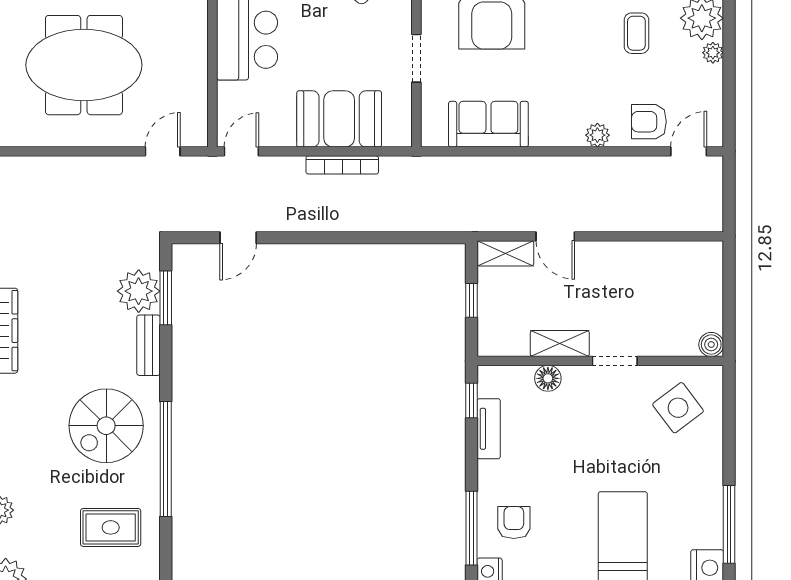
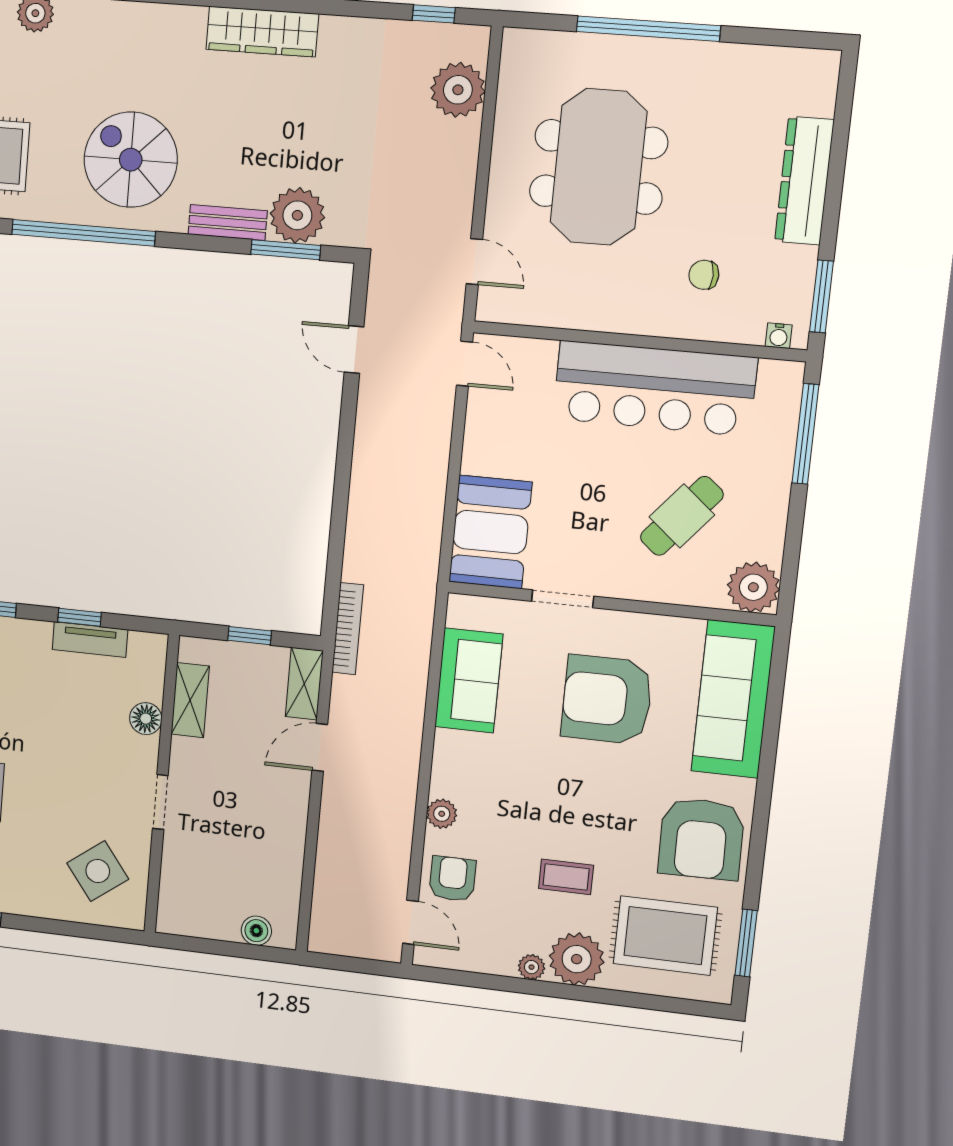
booth: (339, 119) -> (490, 532), moved
bookcase: (342, 165) -> (348, 629), moved, turned 180
plant: (34, 177) -> (458, 90), added
shelving: (560, 343) -> (190, 700), moved
boiler: (711, 345) -> (256, 931), moved
window: (471, 401) -> (79, 617), moved

